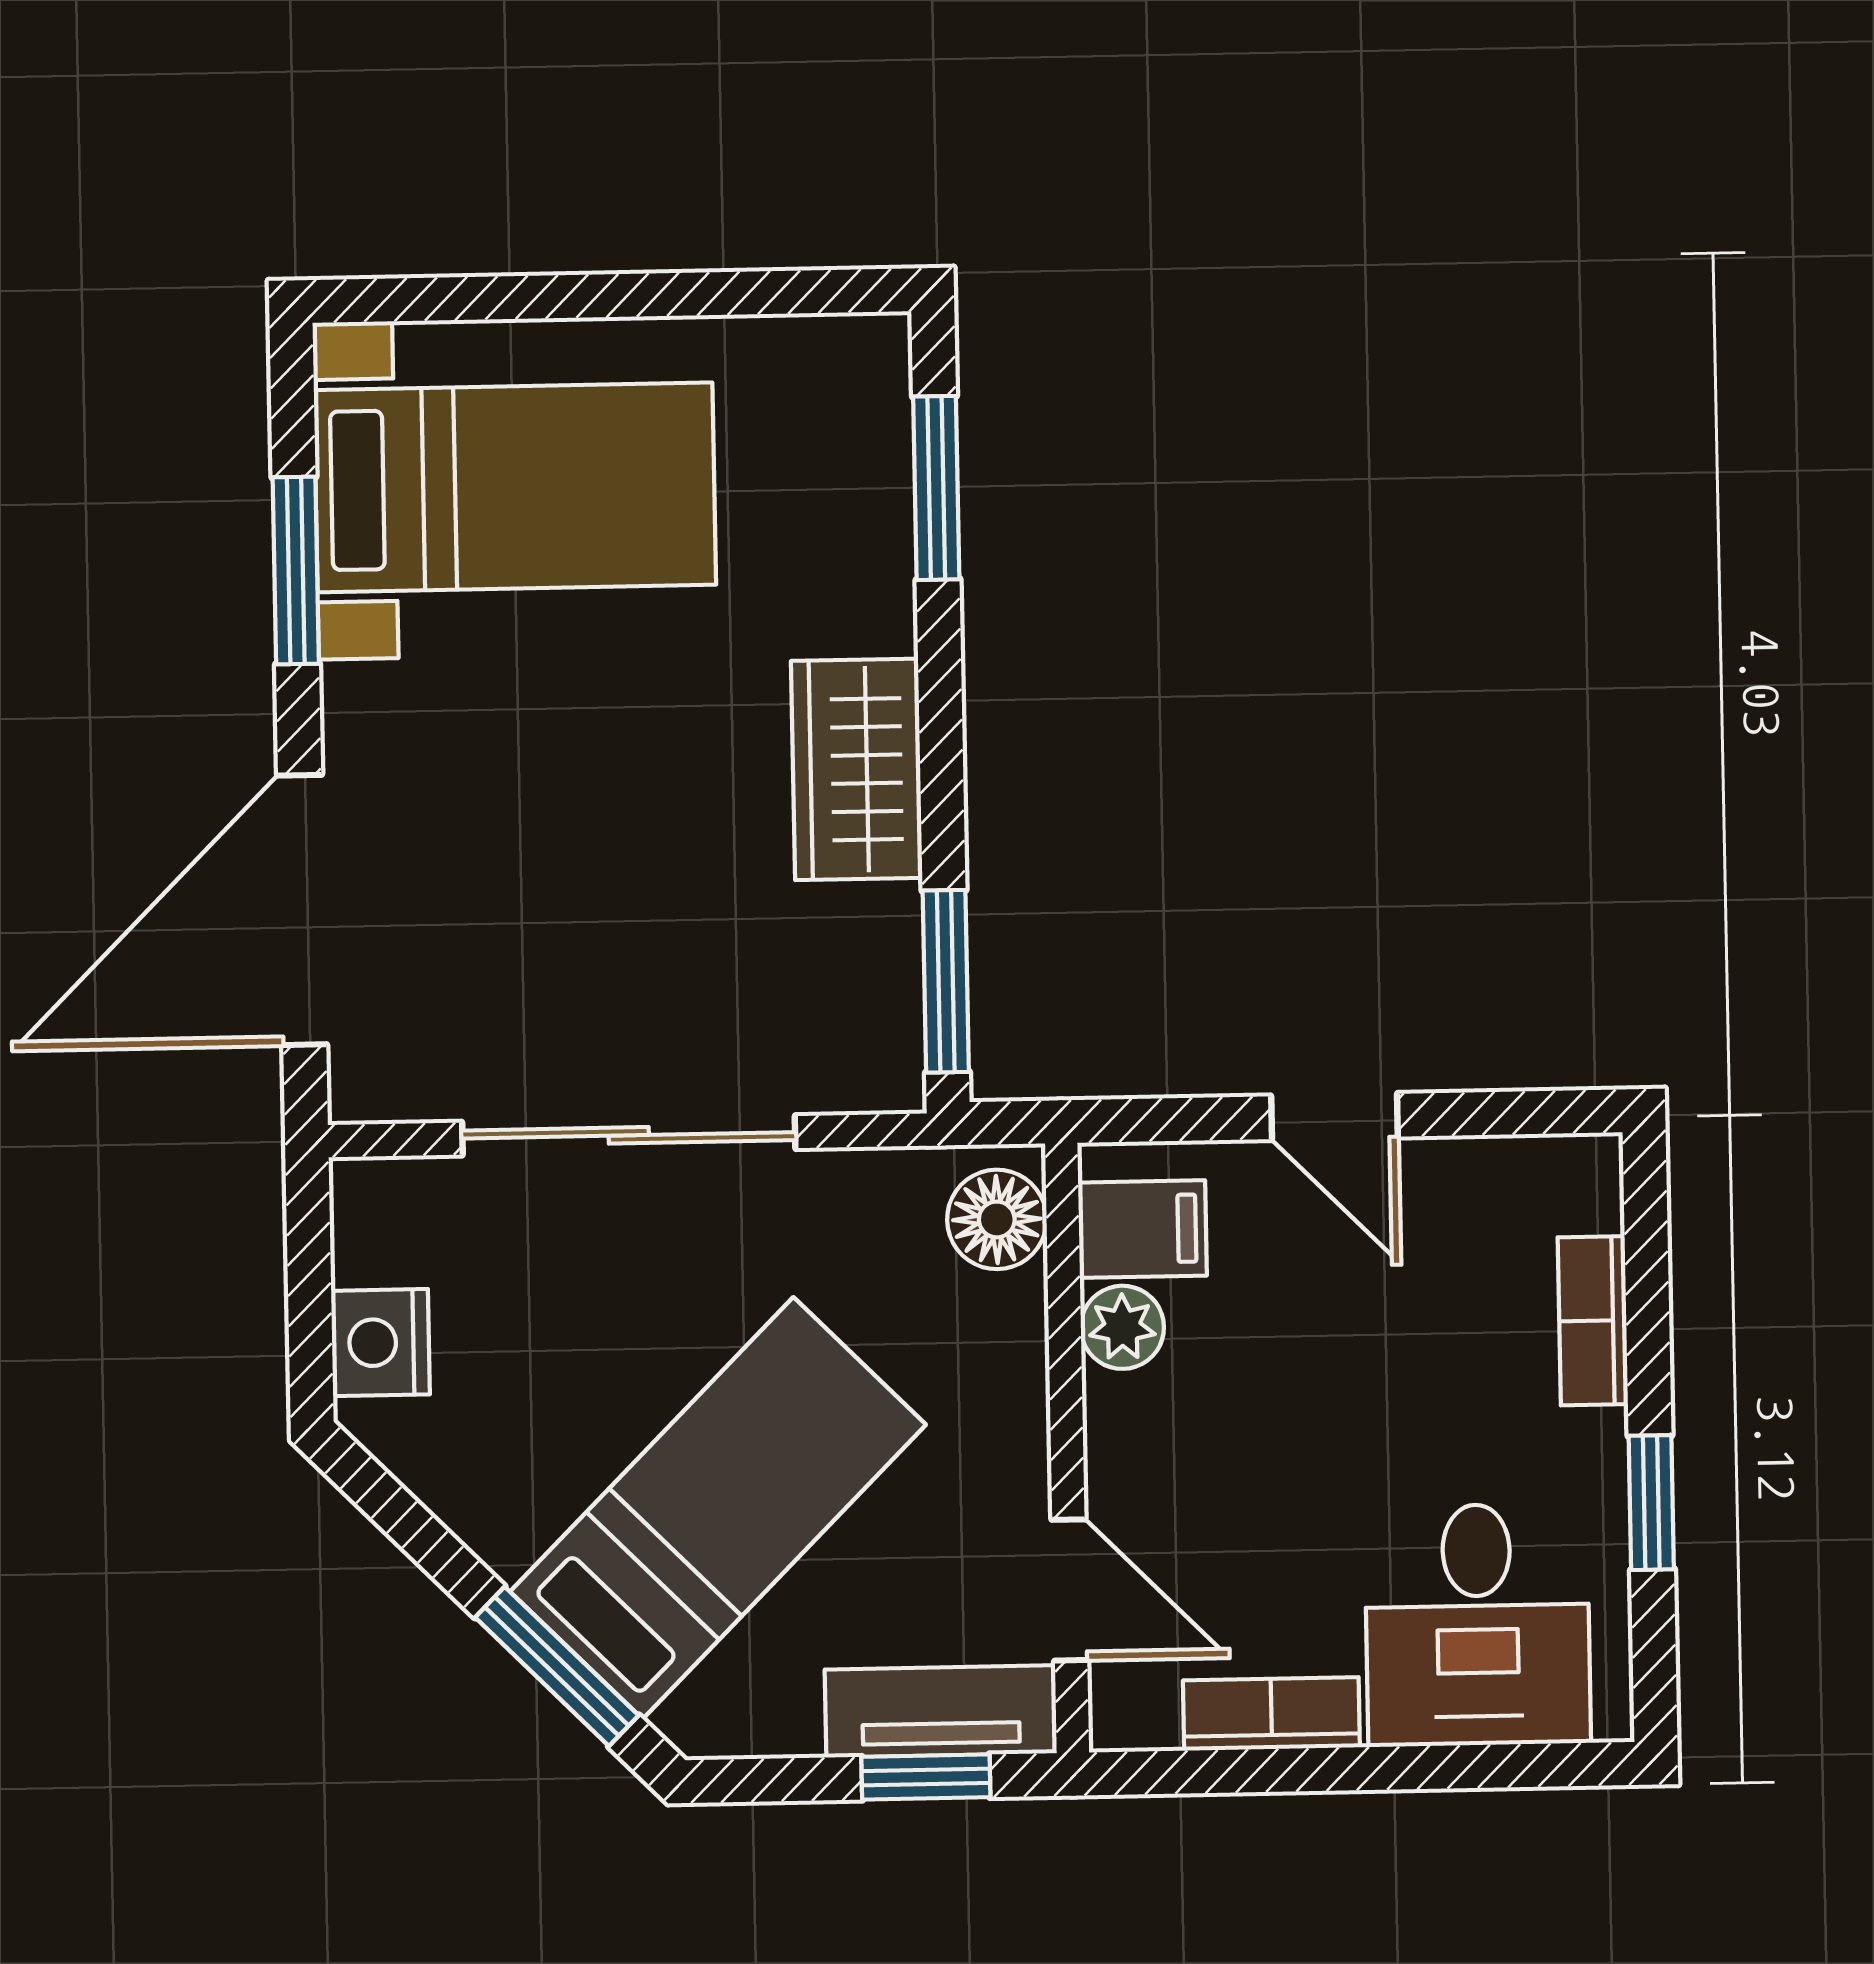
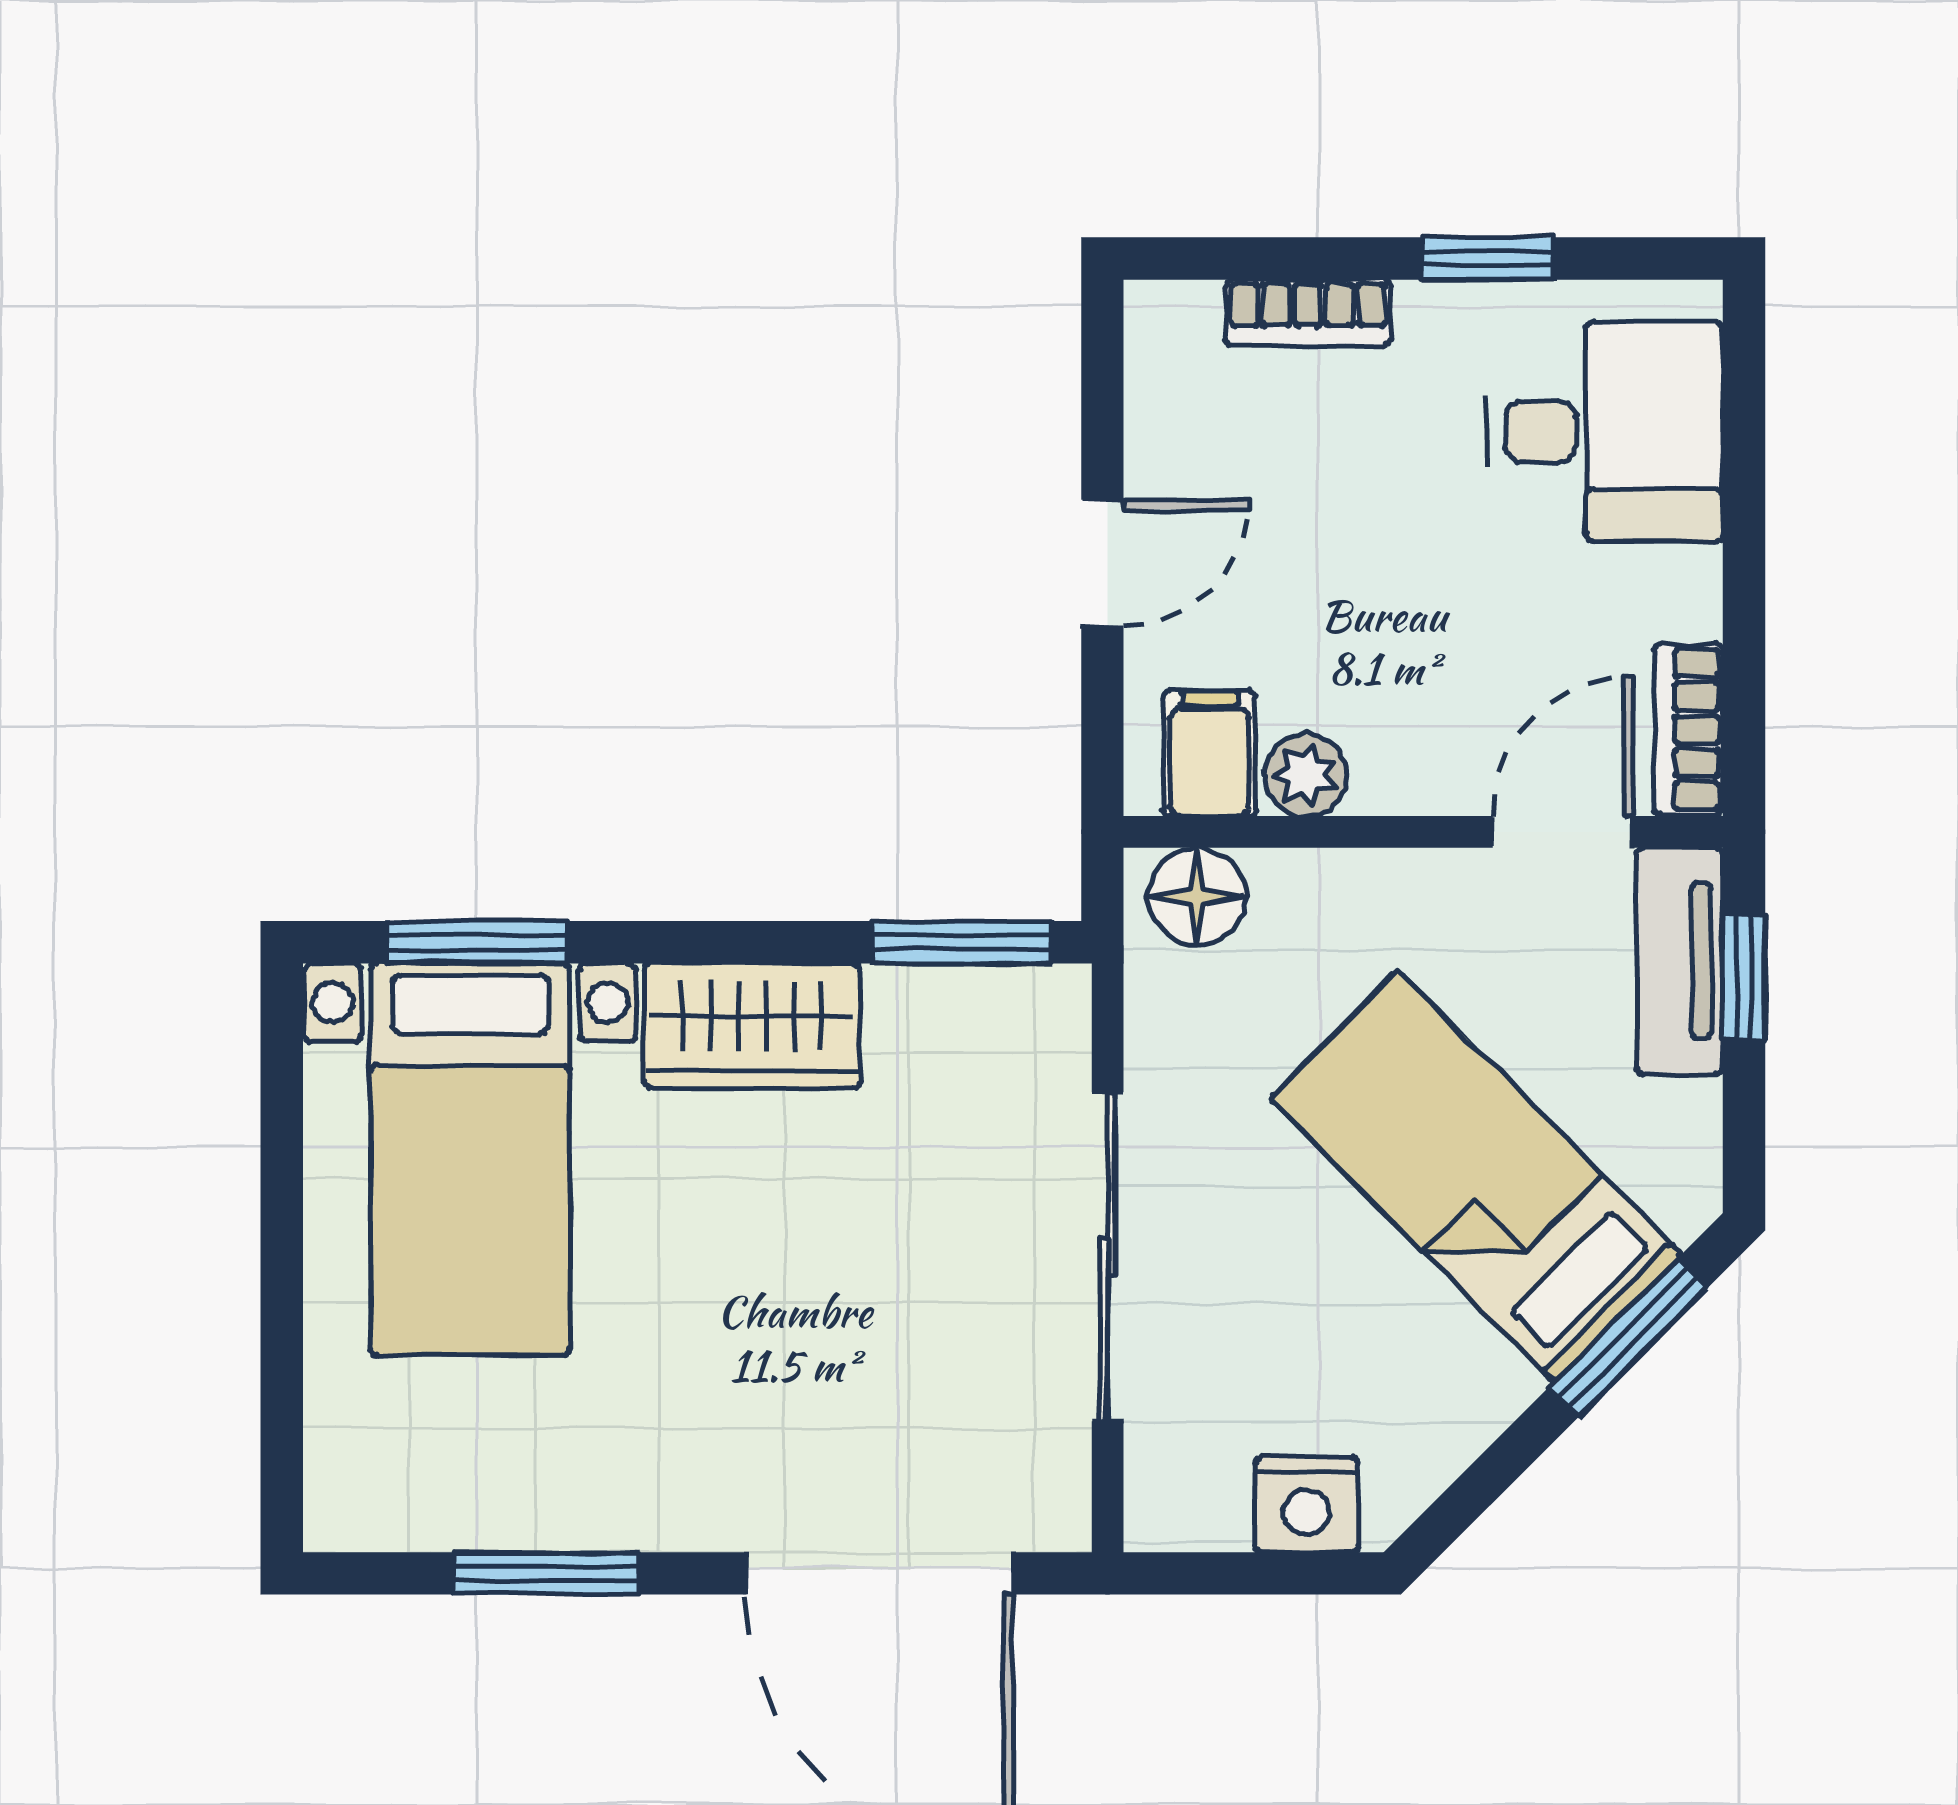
bed with nightstands: (515, 487) -> (470, 1159), moved, turned 180
bookcase: (1271, 1714) -> (1688, 730), moved

